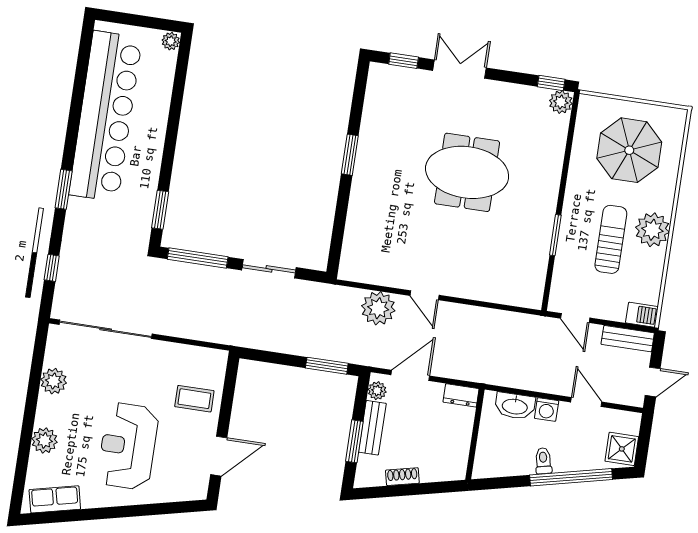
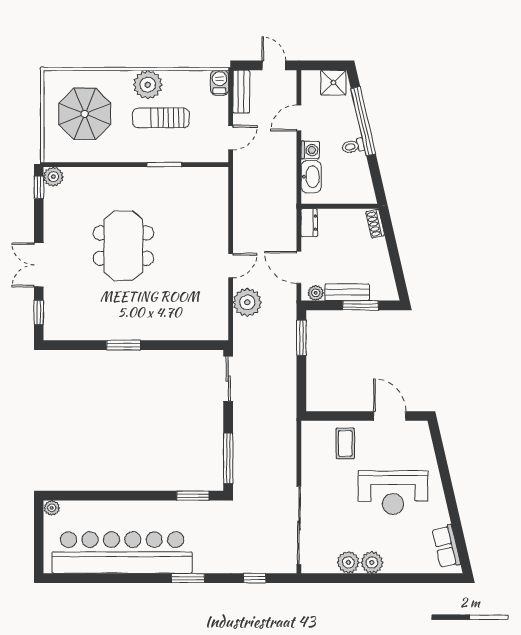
sliding door: (269, 269) -> (228, 379), moved
plant: (44, 440) -> (372, 563), moved
shoe rack: (402, 477) -> (375, 224), moved

